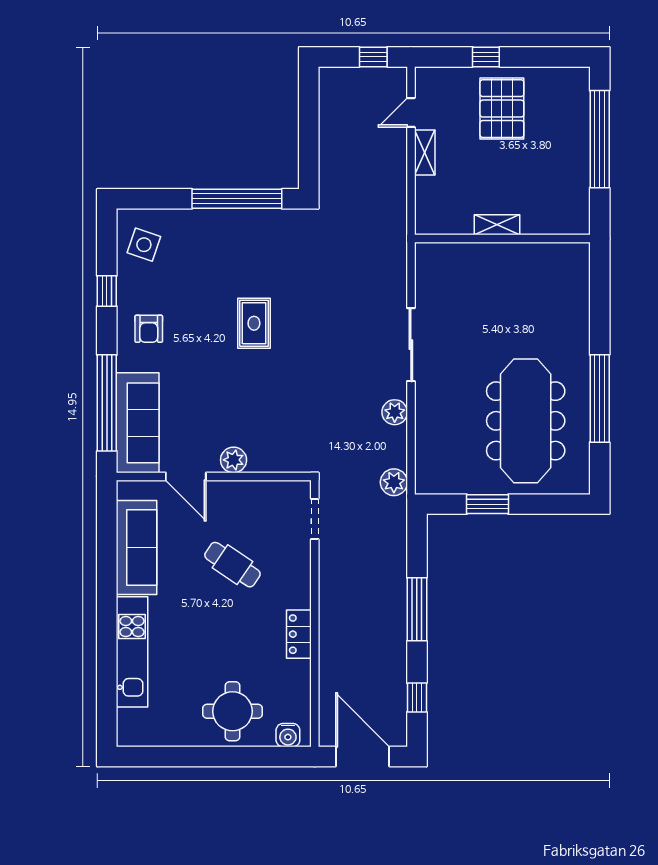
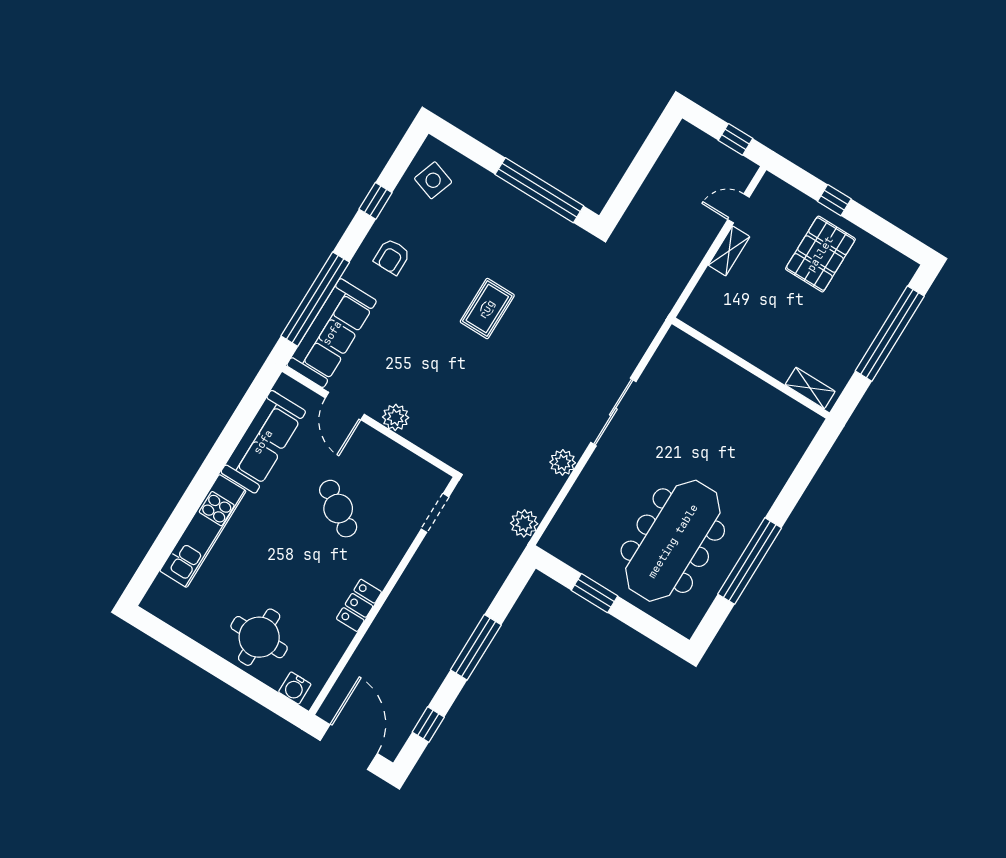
shelving: (497, 225) -> (810, 388), moved

